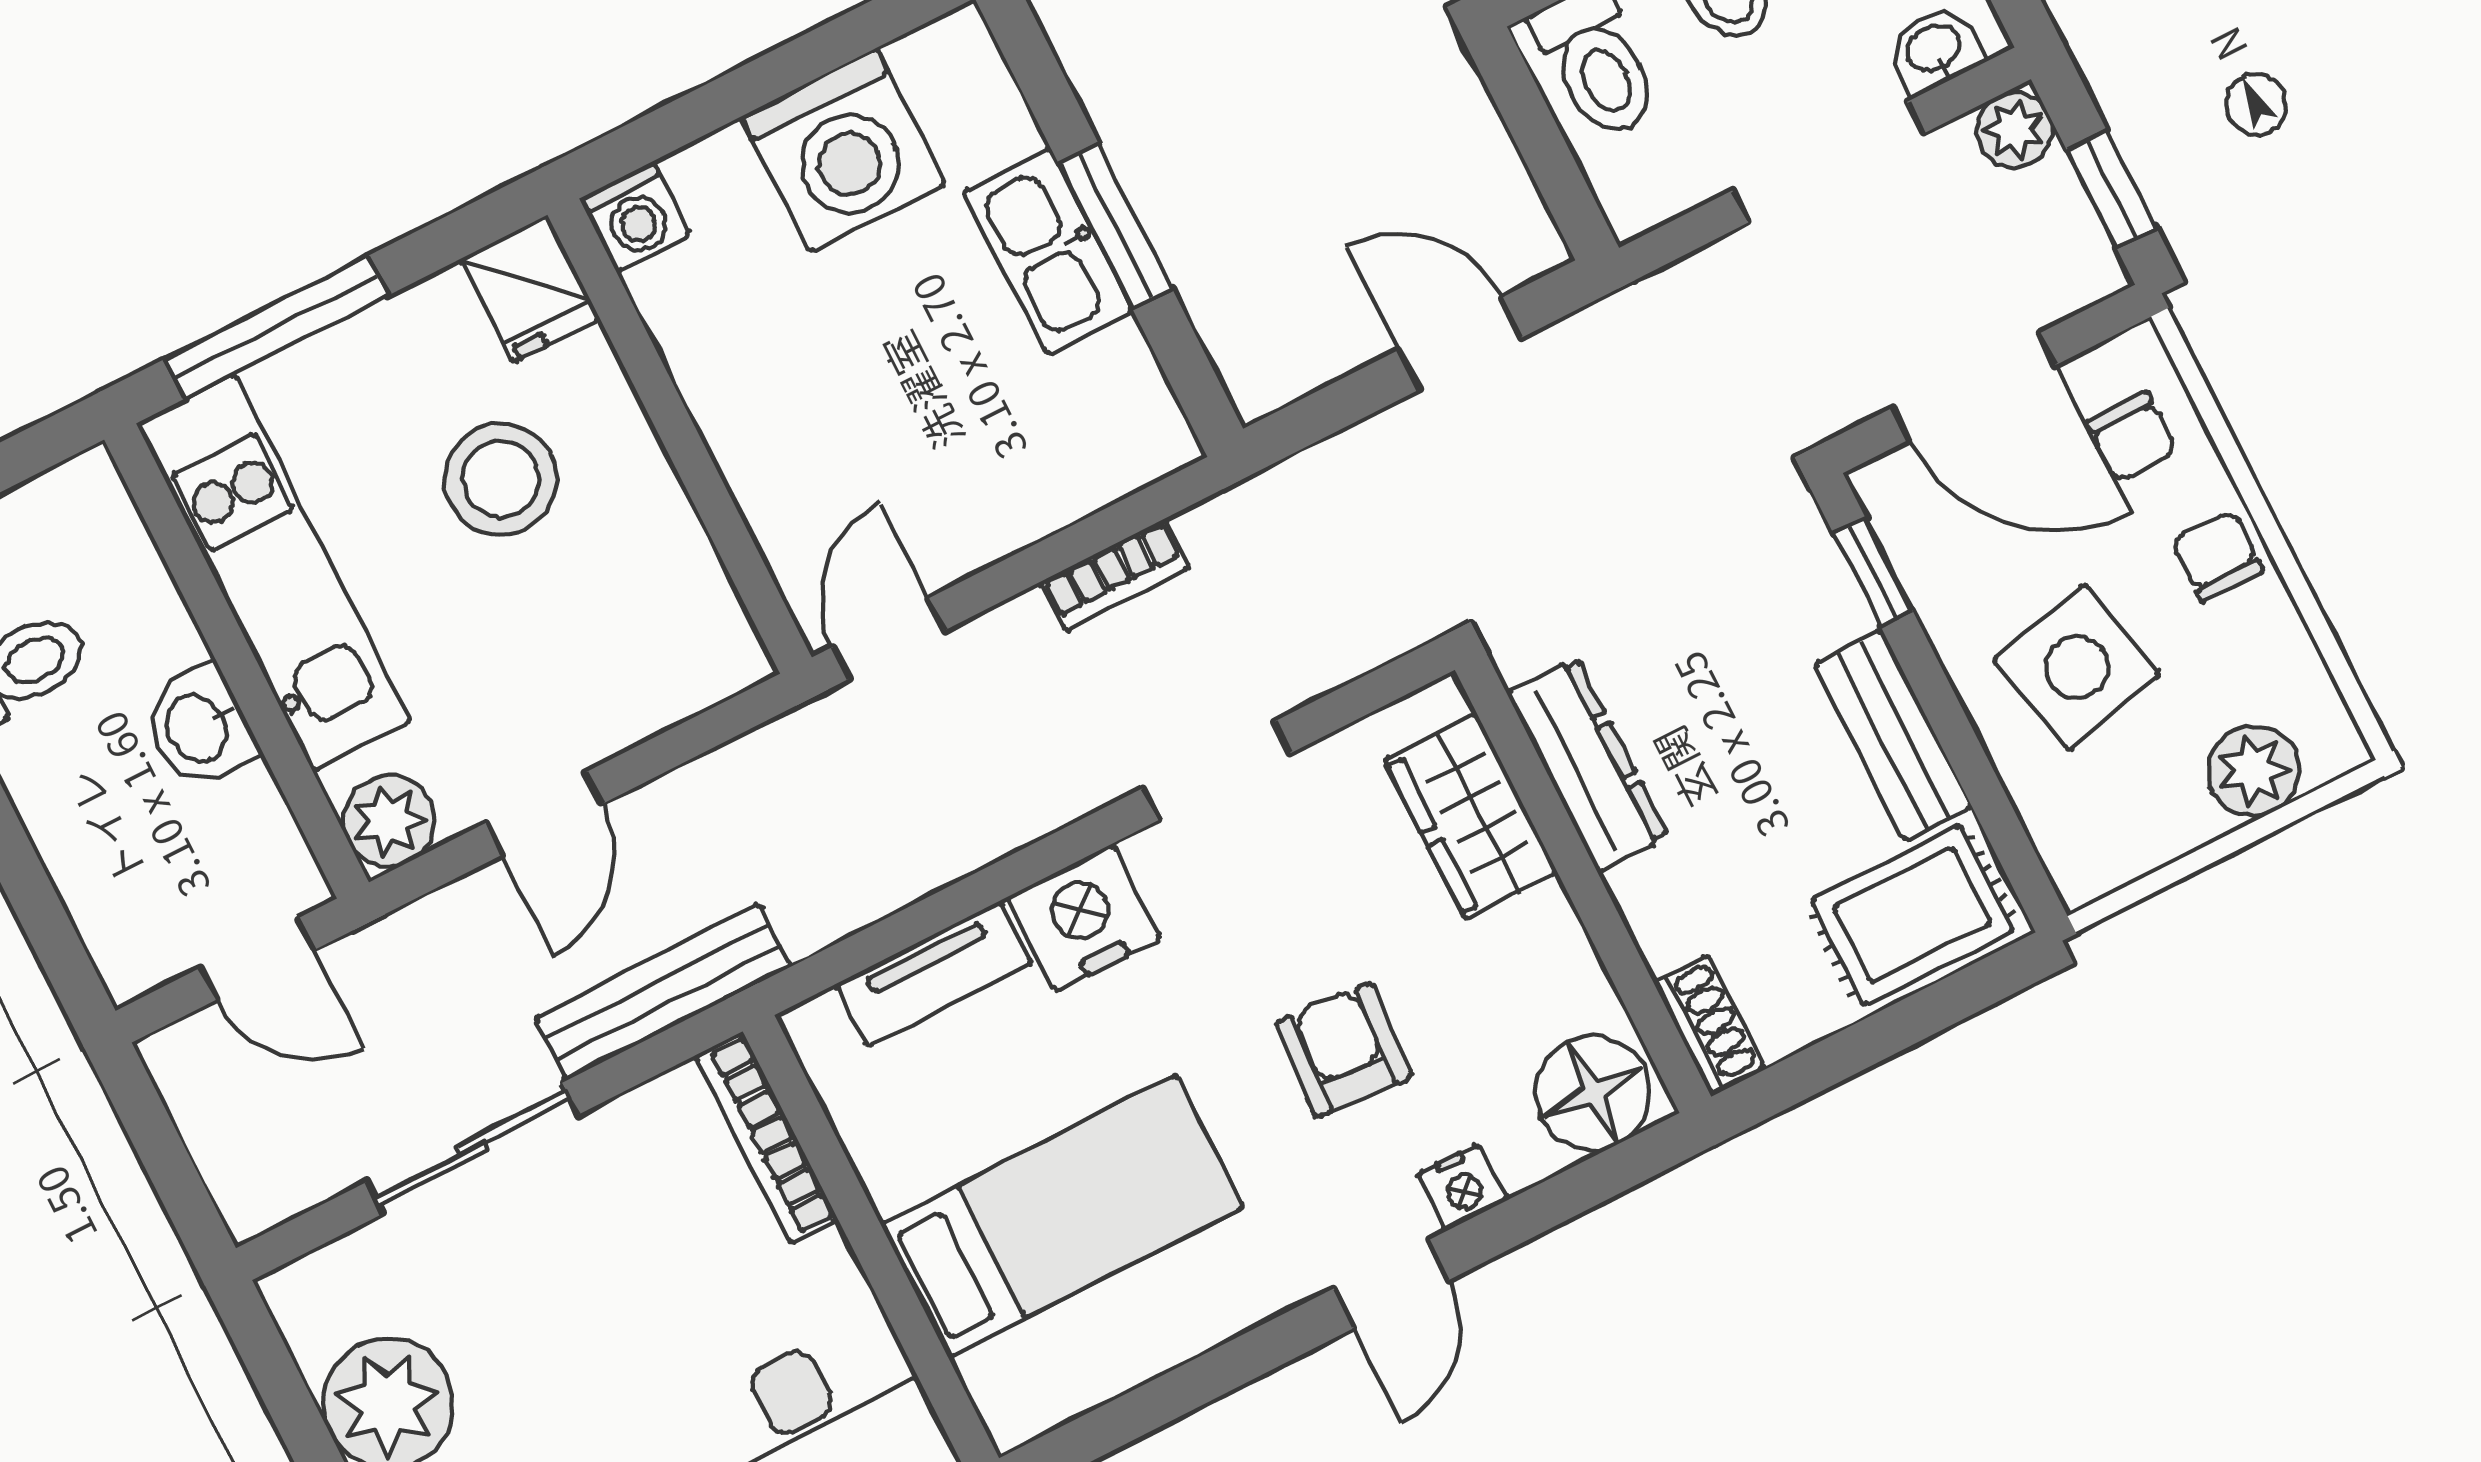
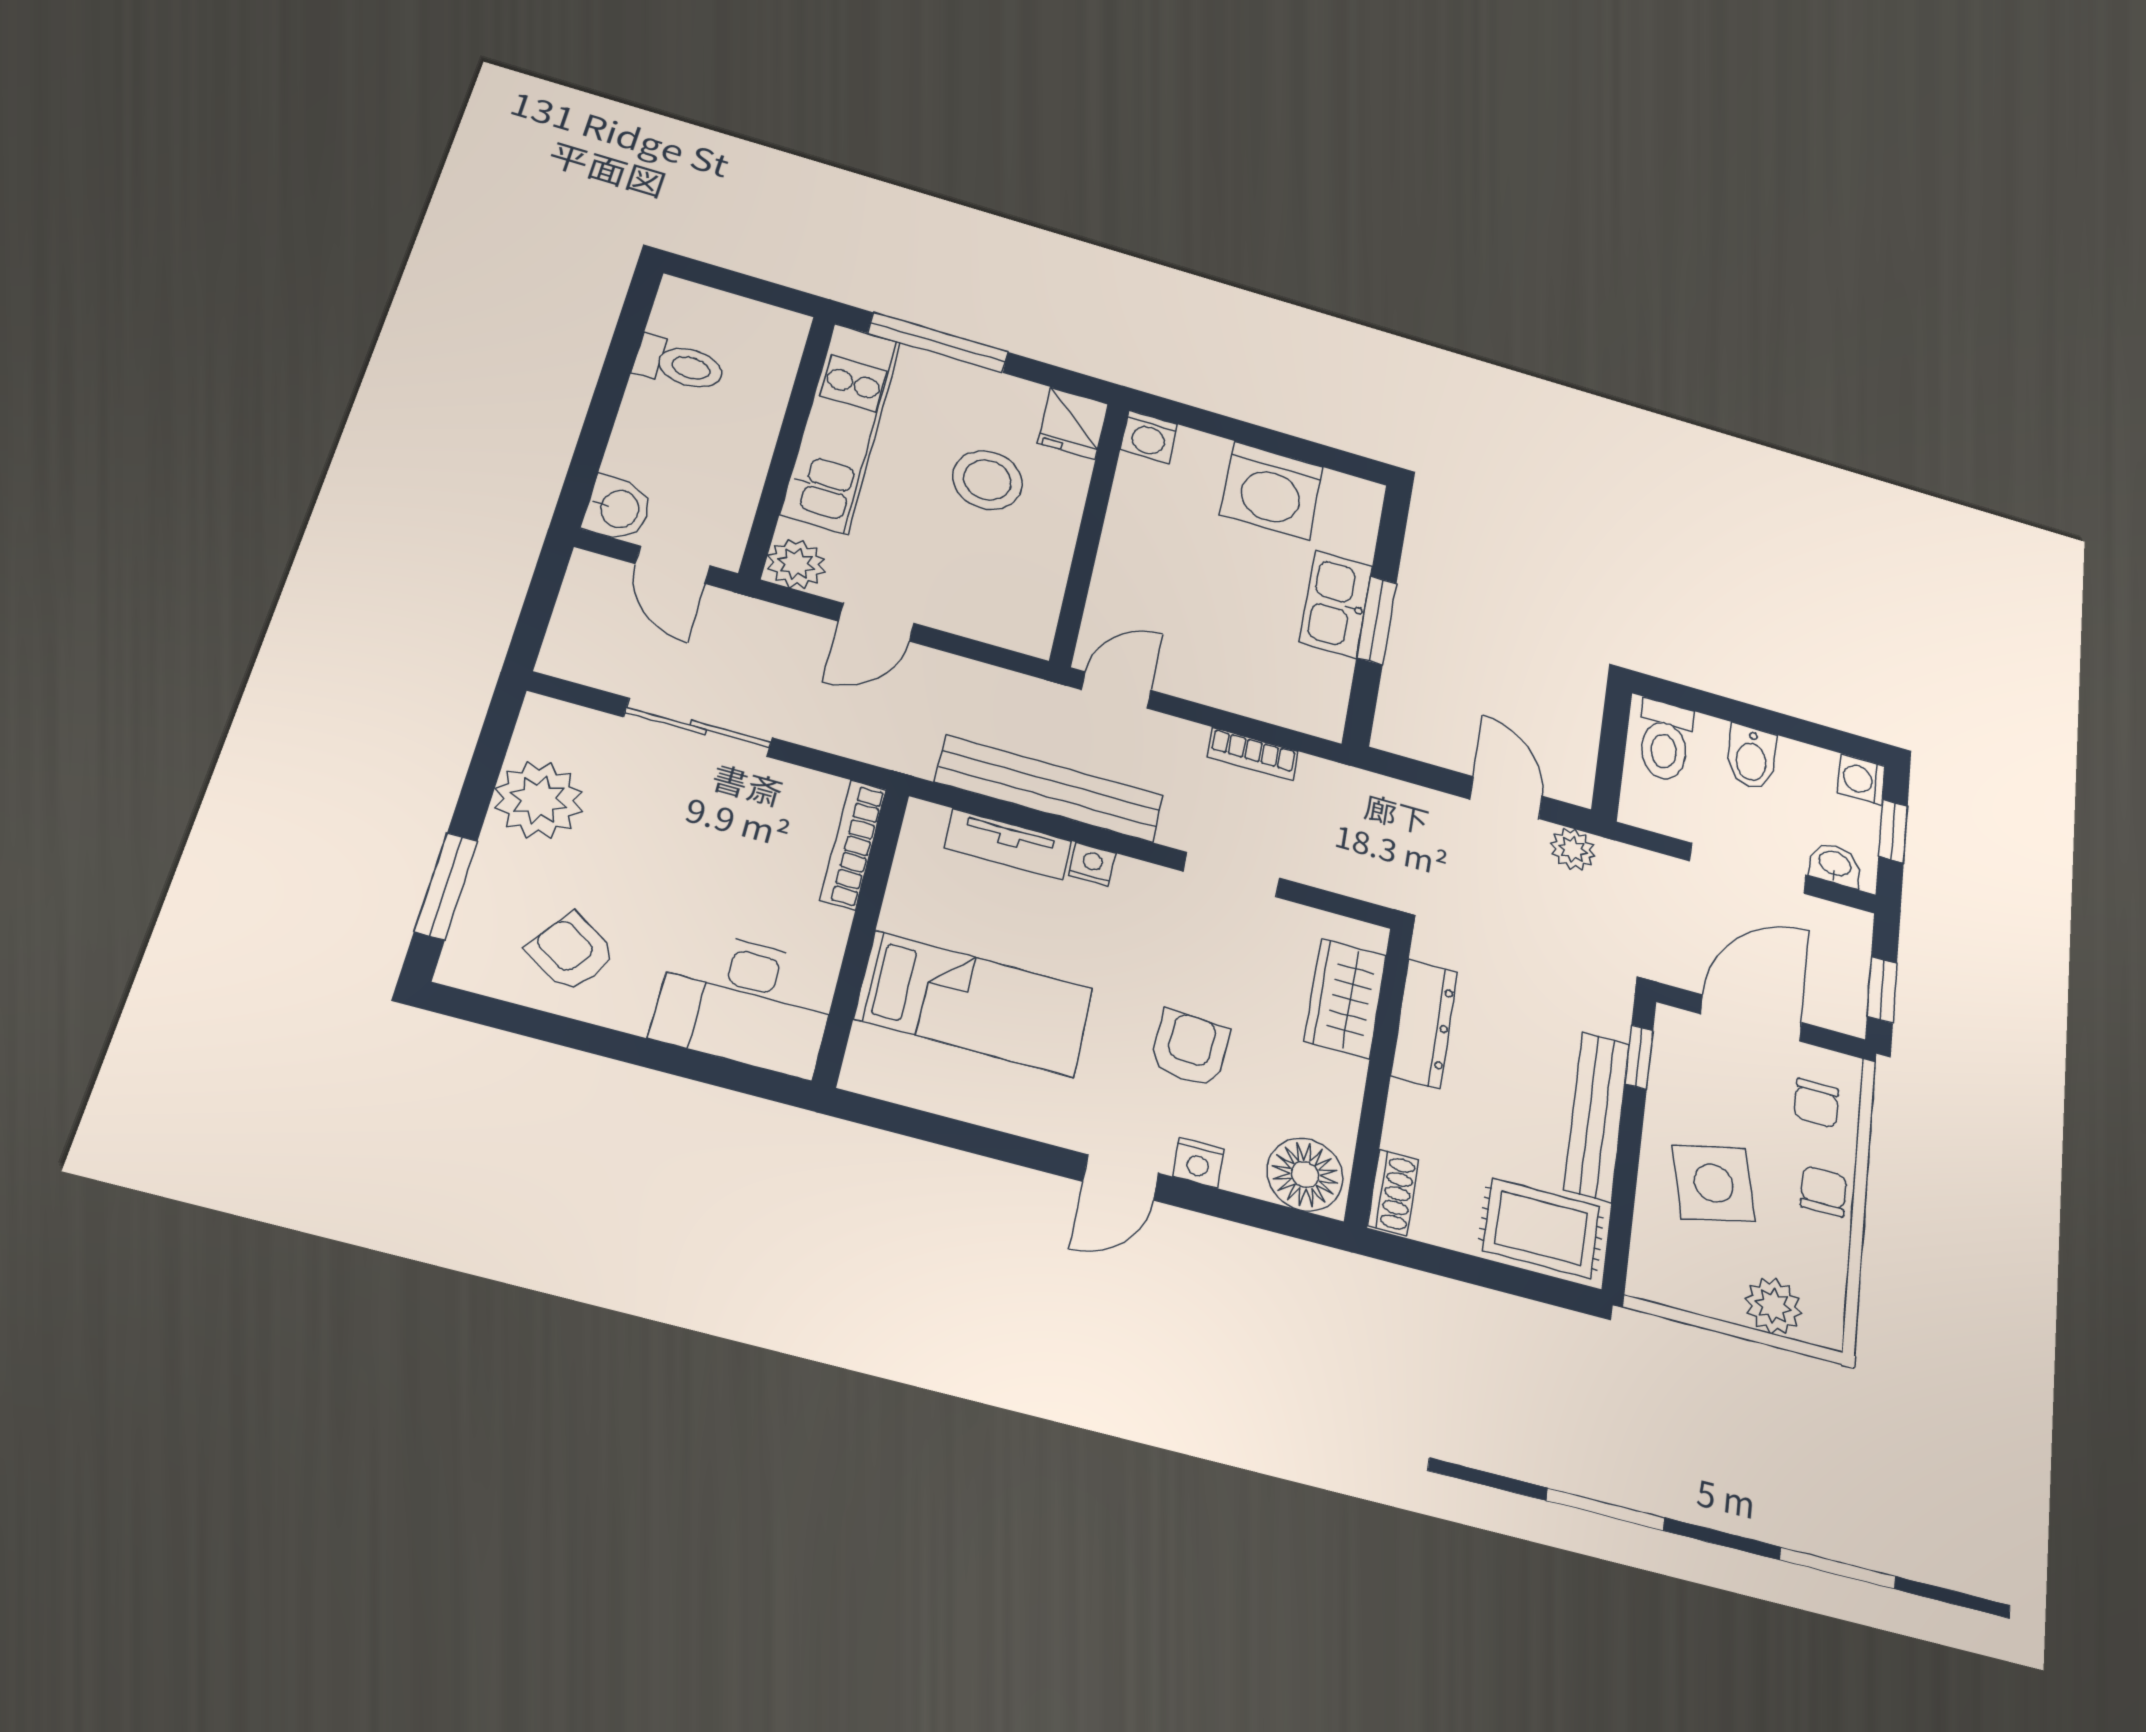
plant: (2014, 130) -> (1573, 849), moved
door: (1974, 387) -> (1751, 1018), swing flipped
washbasin: (199, 727) -> (618, 509), moved, turned 180
bench: (1893, 735) -> (1597, 1116), width x1.36
nightstand: (1084, 918) -> (1092, 864), width x0.53, depth x0.56
bench: (663, 992) -> (1050, 789), moved, width x1.37, depth x1.21

